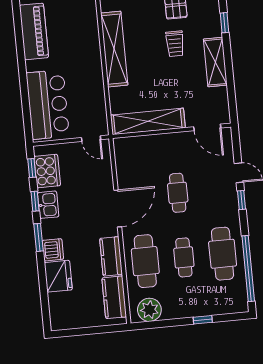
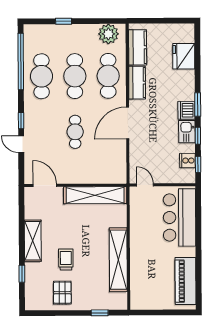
cooker: (47, 171) -> (187, 161), width x0.53, depth x0.76
dishwasher: (53, 250) -> (186, 110), moved
cafe table: (184, 257) -> (75, 76), width x1.37, depth x1.35
fridge: (58, 276) -> (184, 56), moved

